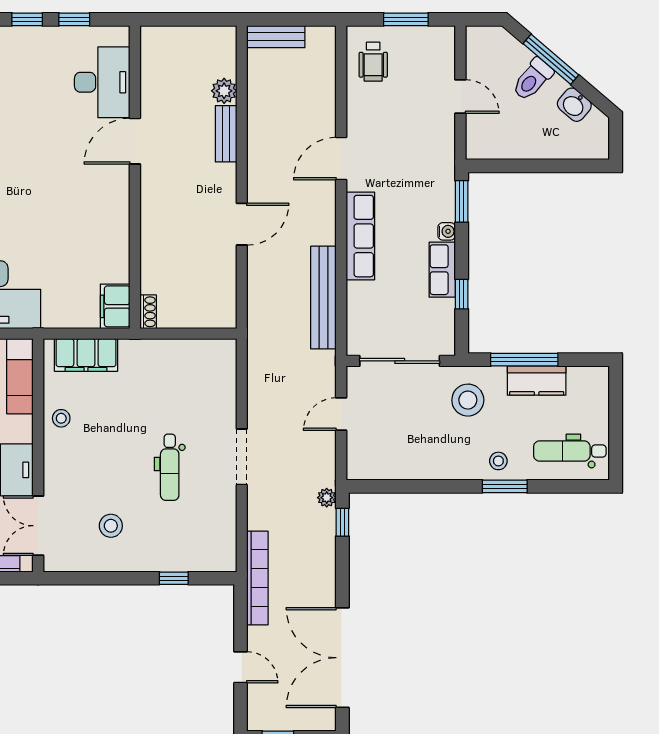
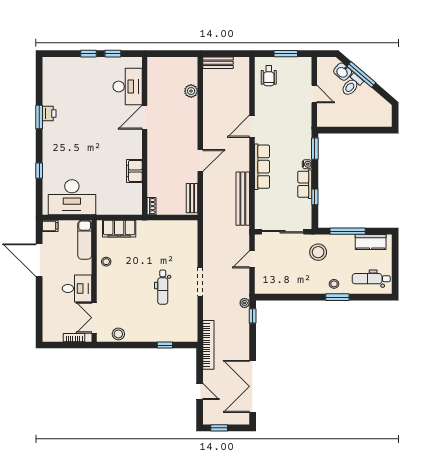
washbasin: (574, 105) -> (343, 72), moved
bench: (226, 134) -> (192, 198), moved
filing cabinet: (115, 306) -> (134, 171), moved
kitchen counter: (537, 381) -> (371, 242), moved
stool: (111, 526) -> (118, 334), moved

